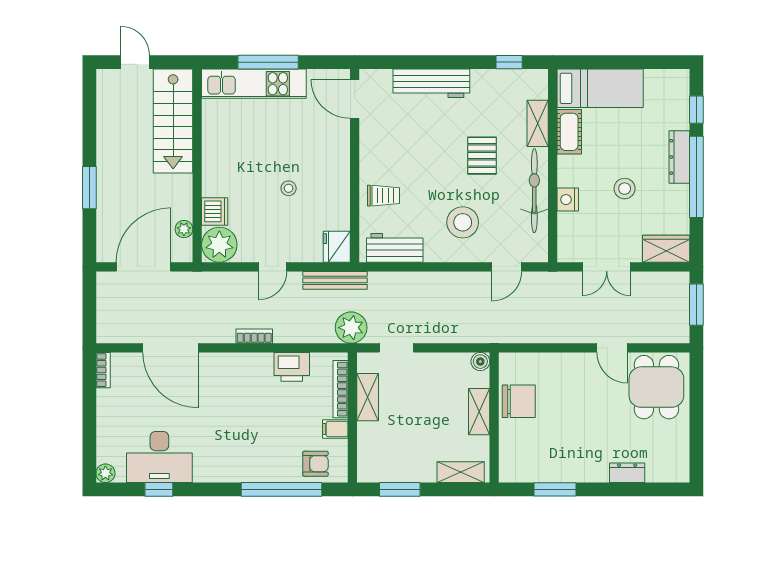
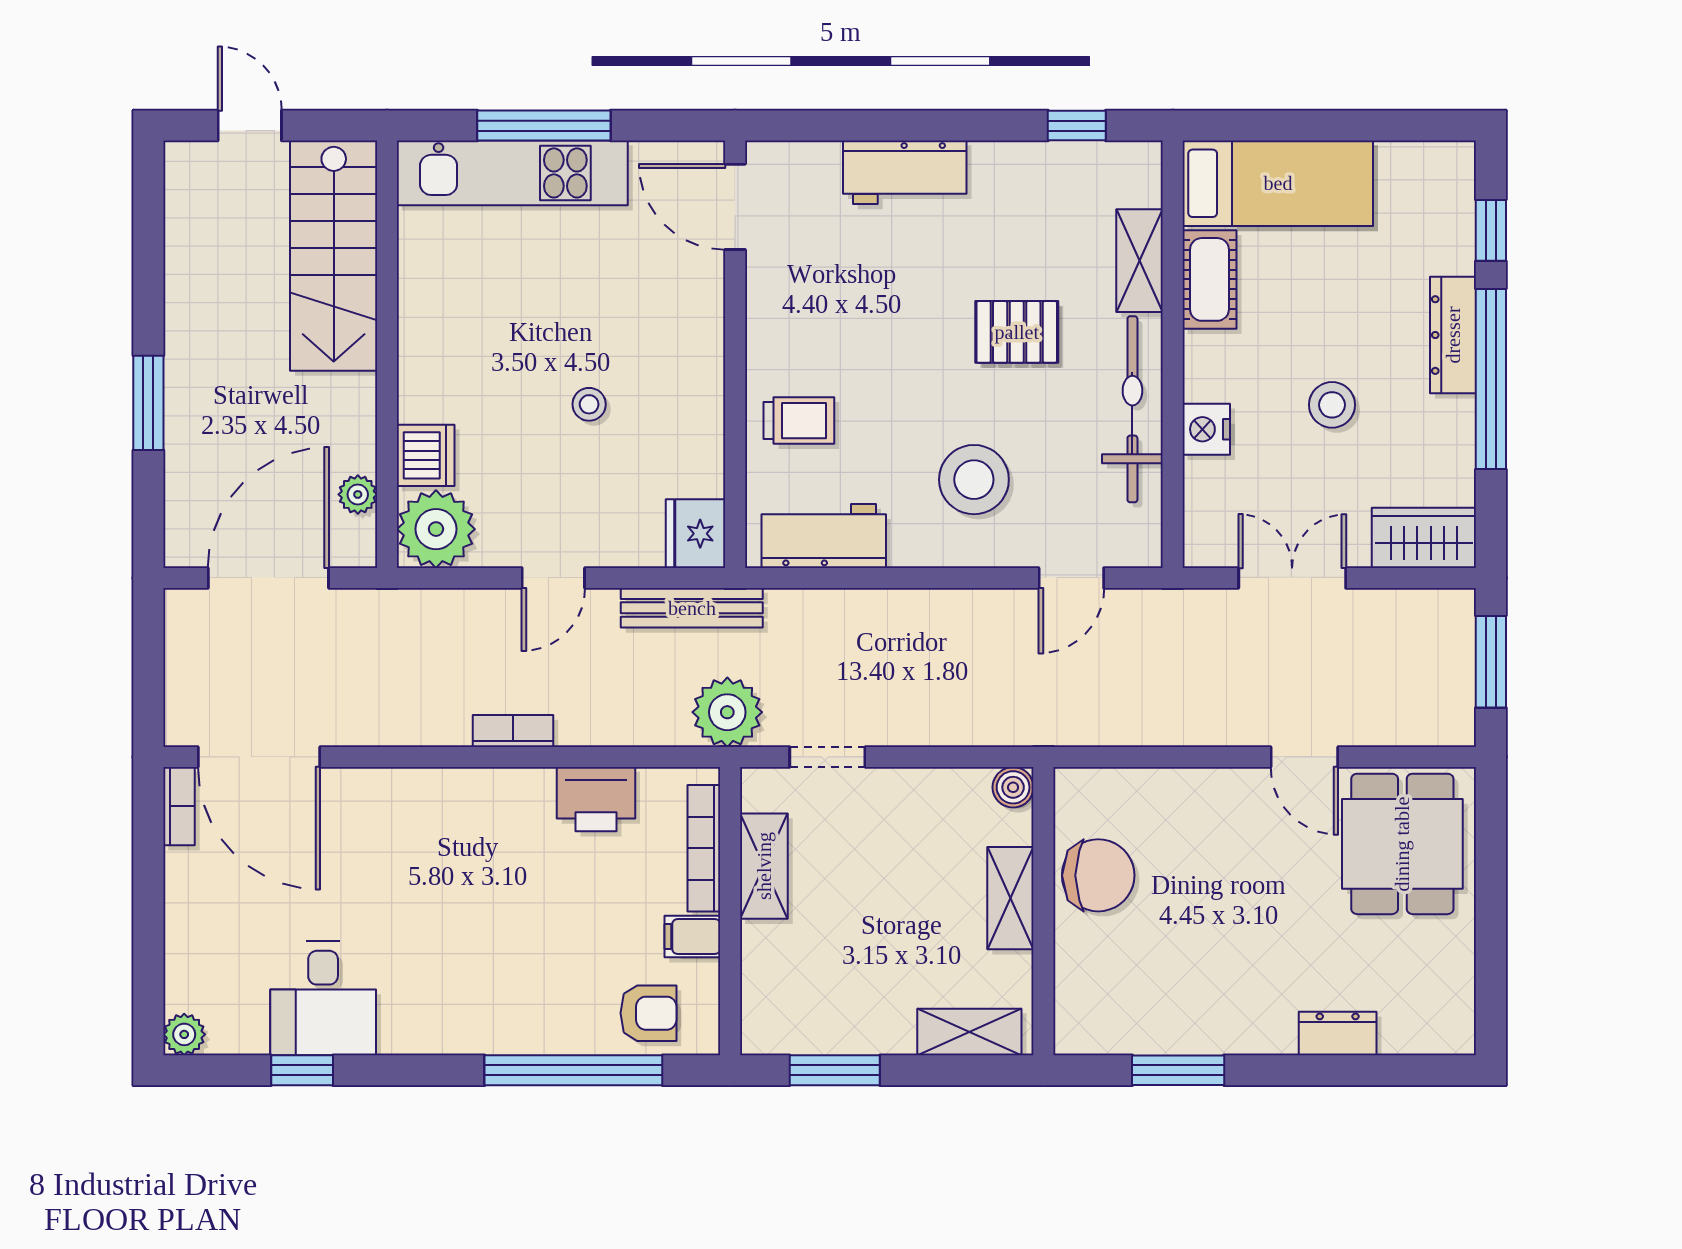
workbench: (431, 83) -> (905, 172), width x0.73
pallet: (482, 156) -> (1017, 332), turned 90
double door: (607, 267) -> (1292, 578), swing flipped
door: (170, 348) -> (259, 757), moved
desk: (159, 457) -> (323, 998), width x0.73

